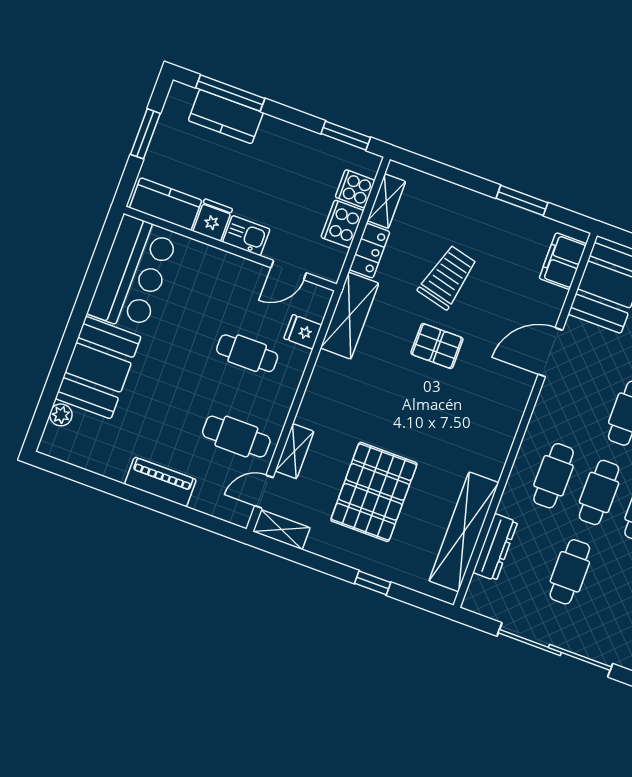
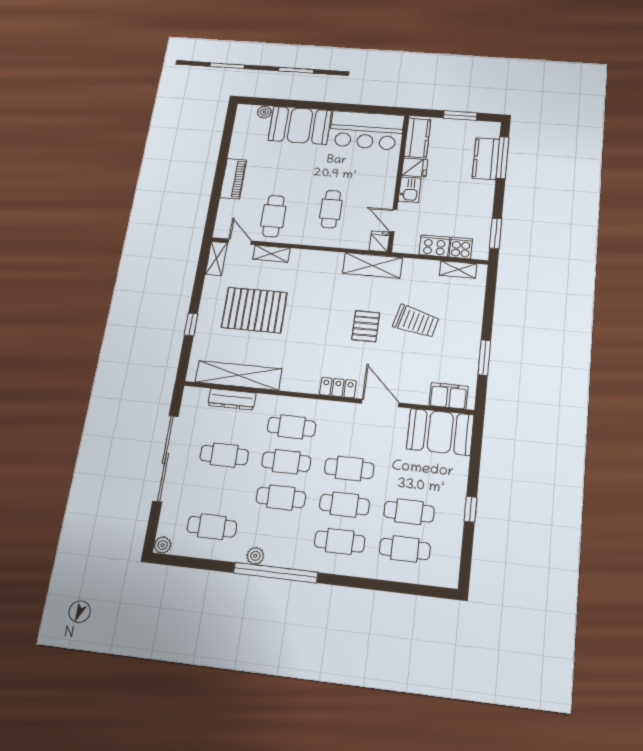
locker: (370, 251) -> (338, 388), moved, turned 180
fridge: (303, 332) -> (379, 241), moved

